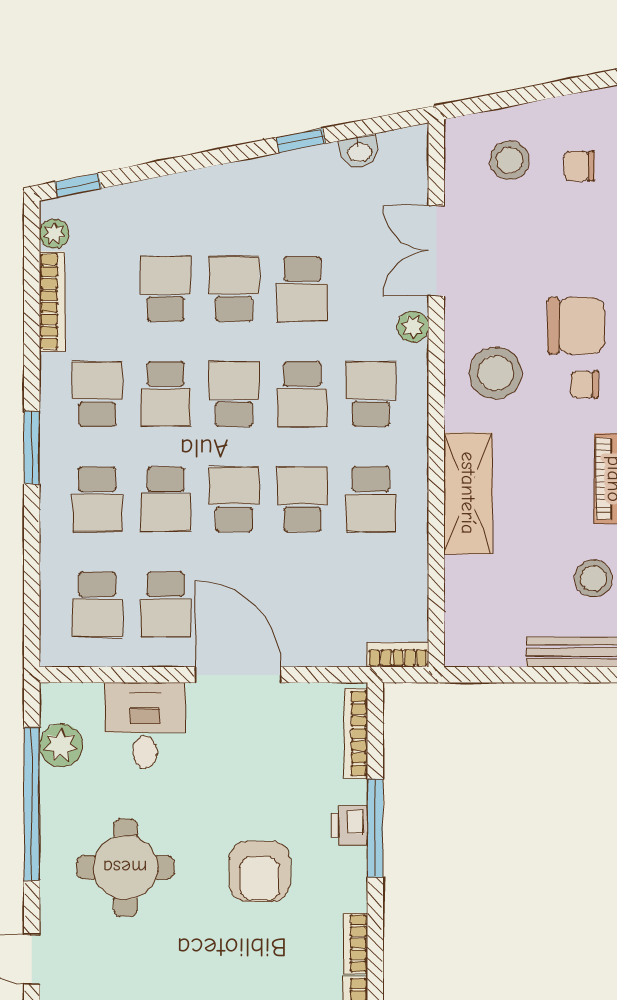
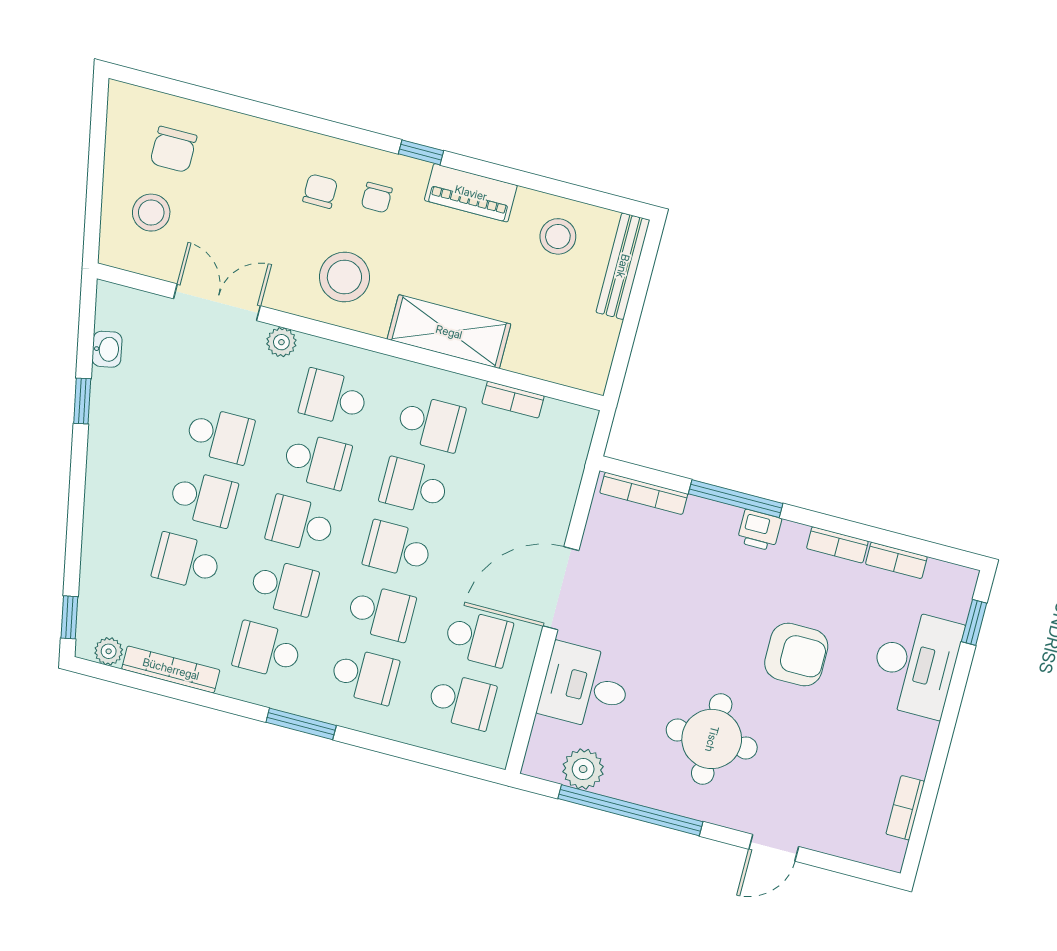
chair: (579, 166) -> (173, 149), width x1.37, depth x1.37
double door: (436, 251) -> (217, 302), swing flipped
school desk: (234, 289) -> (203, 498), turned 180
chair: (576, 326) -> (320, 191), width x0.54, depth x0.54
bookcase: (398, 655) -> (513, 400), moved, turned -90
printer: (349, 825) -> (759, 530), moved
armchair: (260, 871) -> (796, 655), moved

